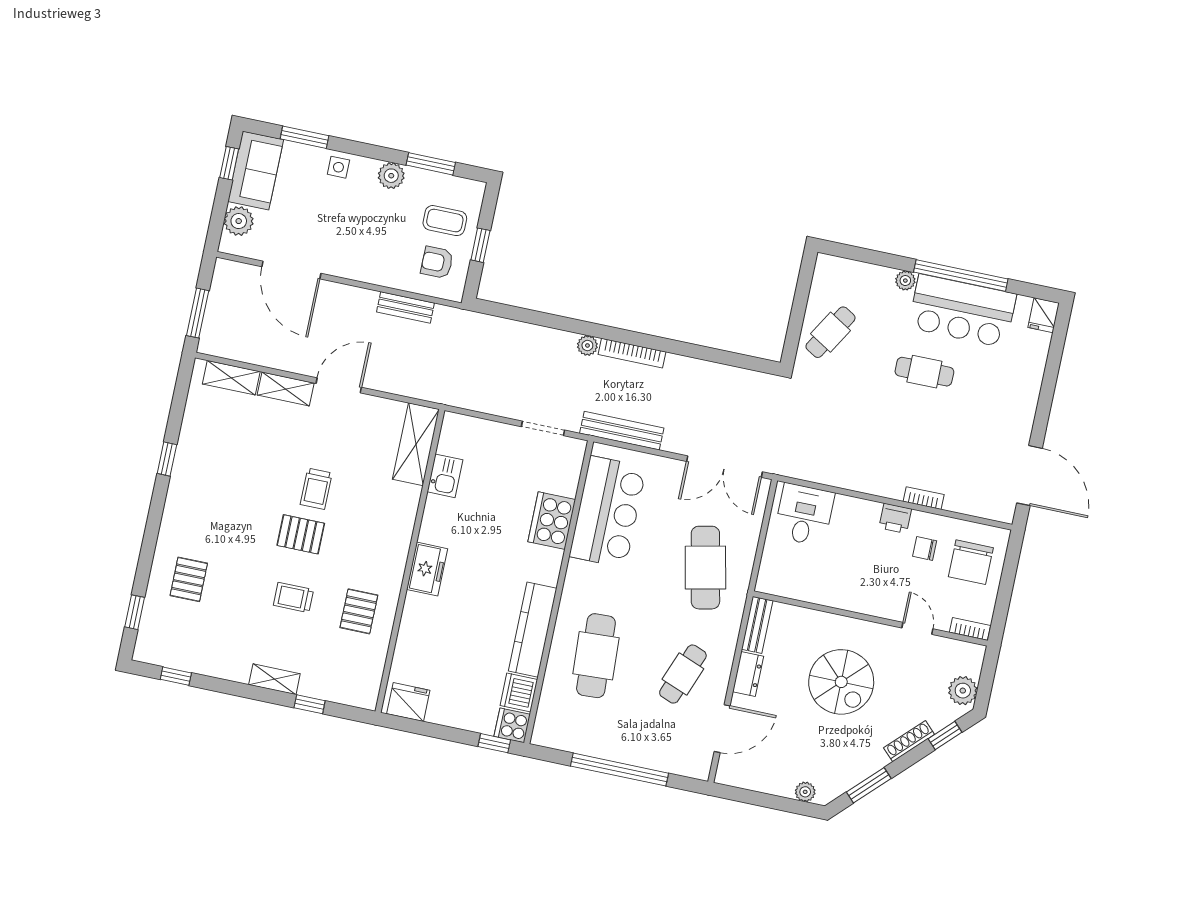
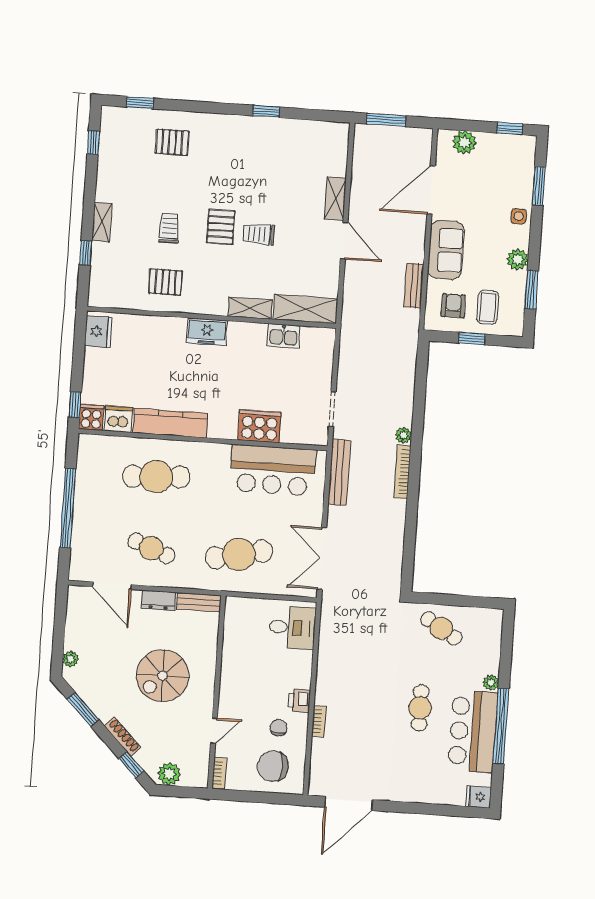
sofa: (256, 170) -> (446, 250), moved, turned -90
shelving: (231, 378) -> (250, 308), moved, turned 90

